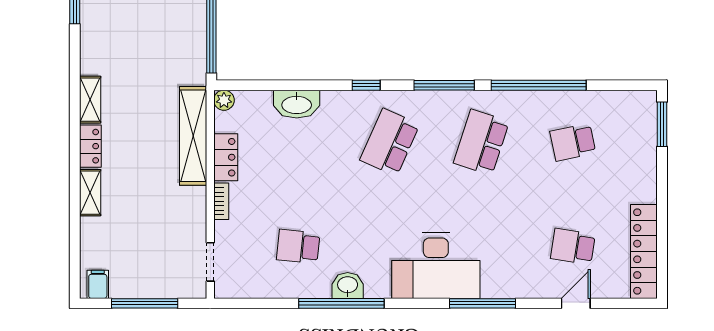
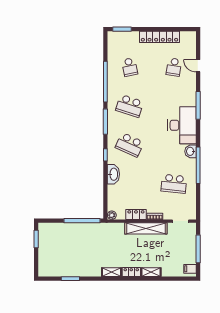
washbasin: (297, 104) -> (113, 174), moved
shelving: (193, 136) -> (146, 228), moved
school desk: (298, 246) -> (174, 184), width x1.85
locker: (644, 251) -> (160, 37), moved
washbasin: (348, 285) -> (190, 151), moved

